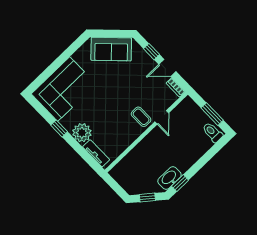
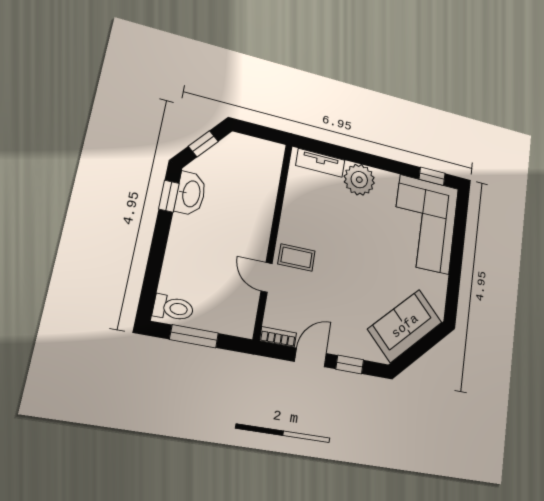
window: (59, 128) -> (432, 176), moved

